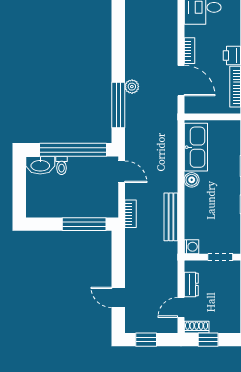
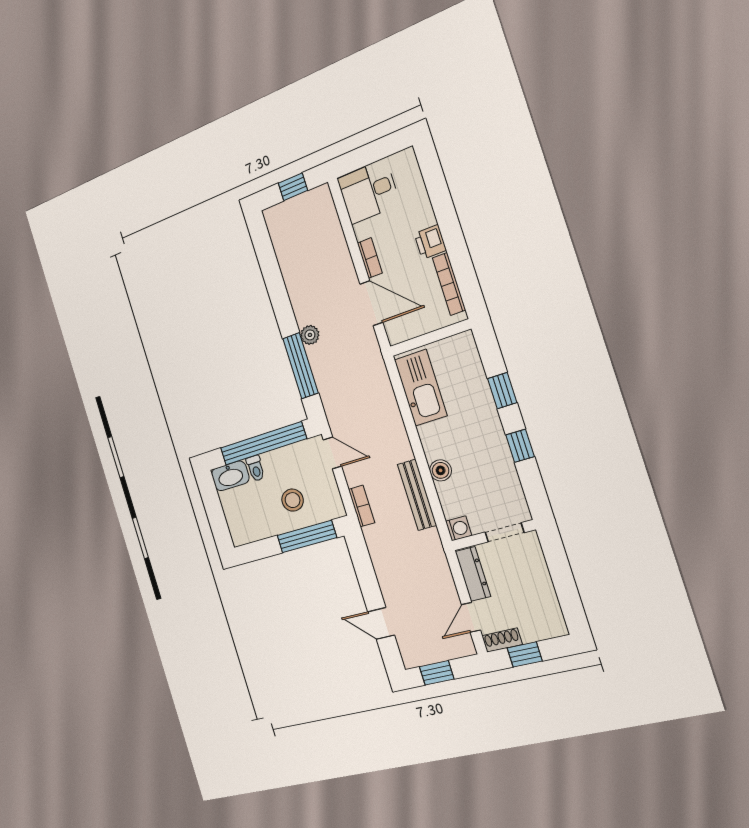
boiler: (192, 180) -> (441, 470), moved
stool: (82, 196) -> (293, 500), added
dresser: (191, 284) -> (473, 574), width x1.44

